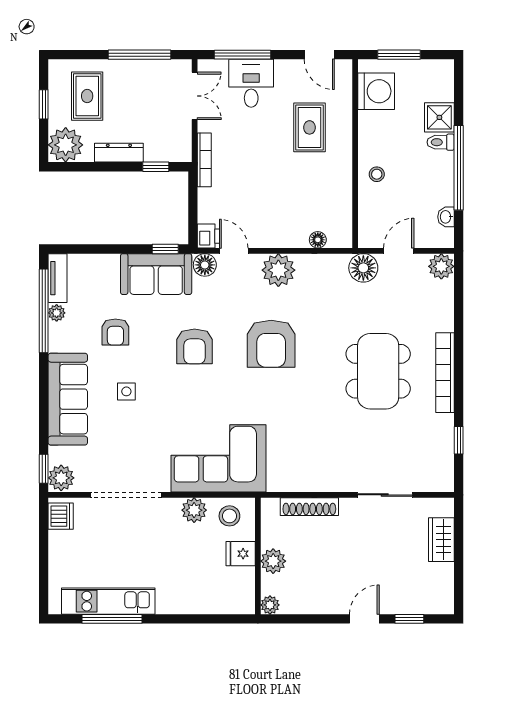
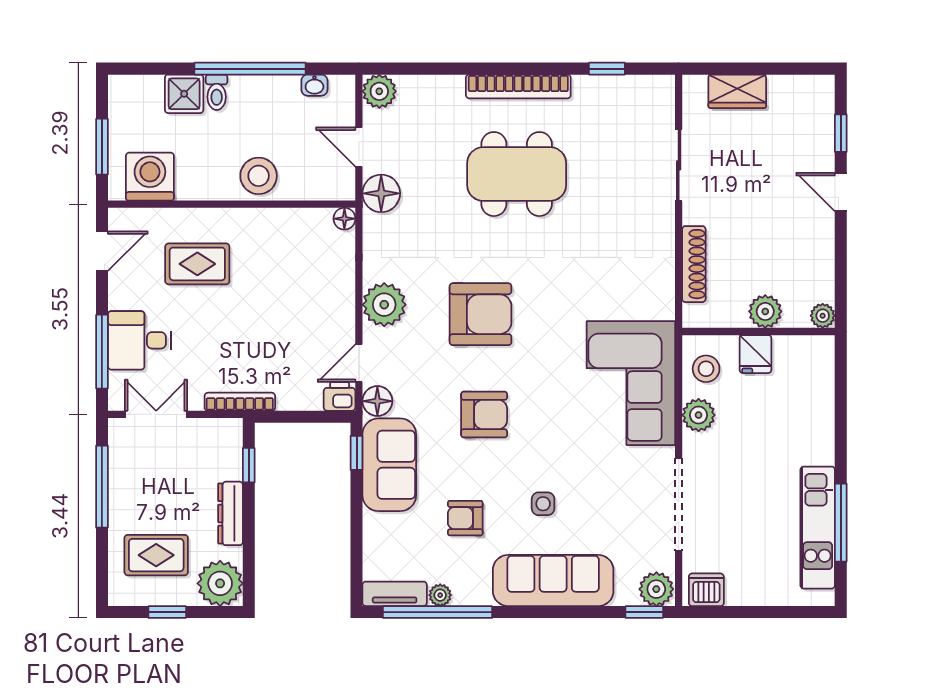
stool: (377, 174) -> (259, 176), width x1.89, depth x1.89
floor lamp: (318, 240) -> (344, 219), moved
armchair: (115, 332) -> (465, 518), turned 180

